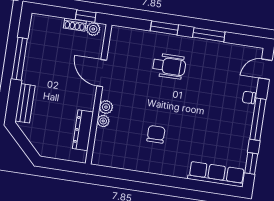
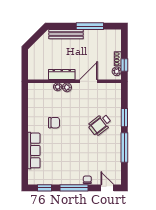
window: (209, 35) -> (124, 147), width x1.44
wheelchair: (169, 66) -> (100, 125), turned 52
bench: (25, 103) -> (66, 34), width x1.36
dresser: (83, 130) -> (62, 75), moved
row of seats: (216, 174) -> (34, 150), moved

